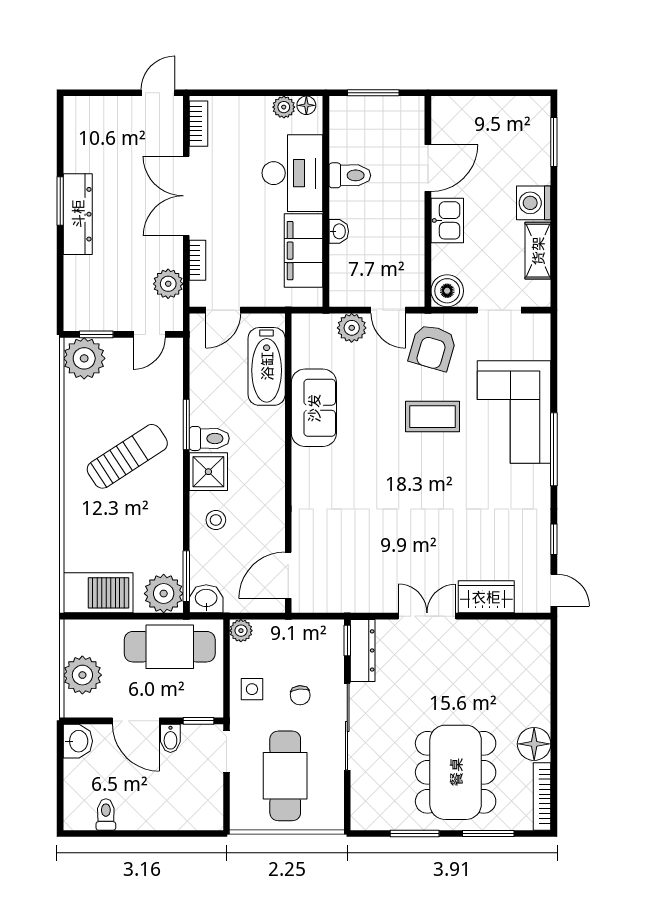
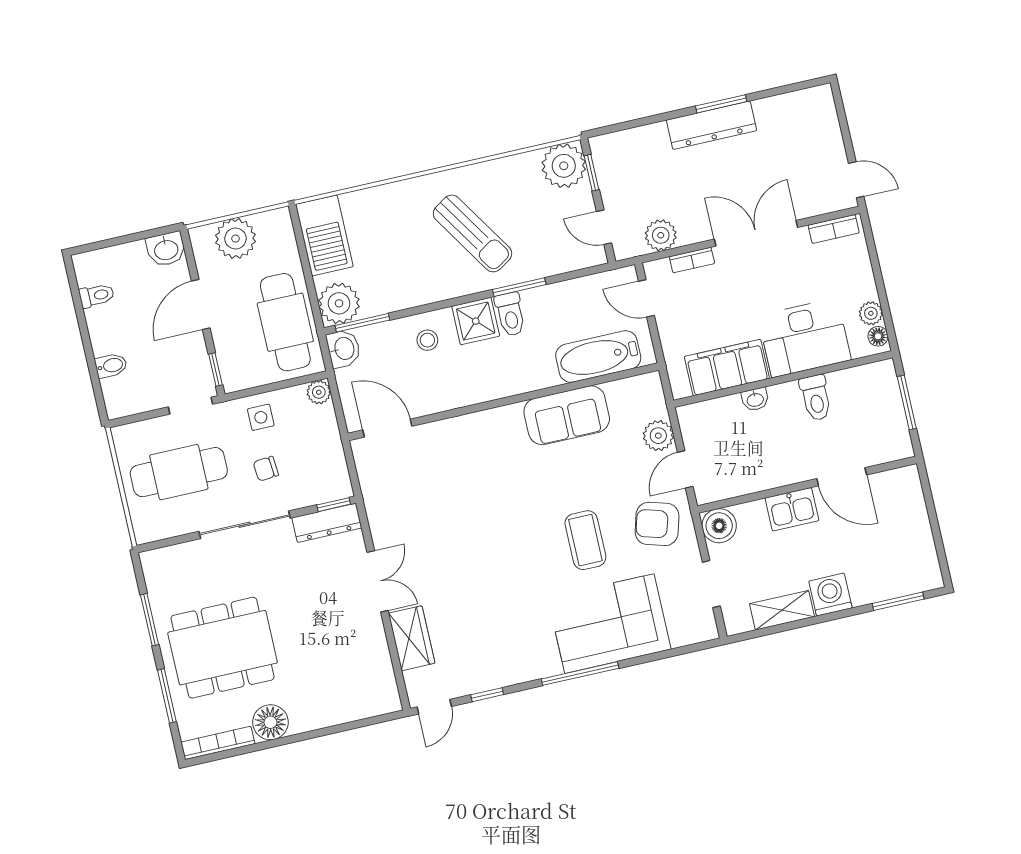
bidet: (170, 738) -> (111, 366), moved, turned 180

